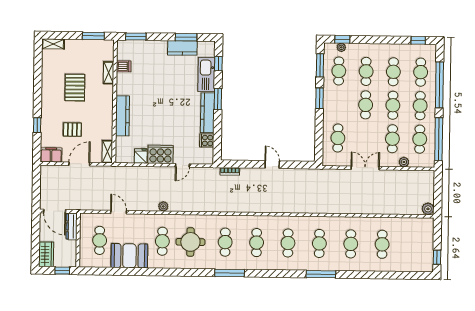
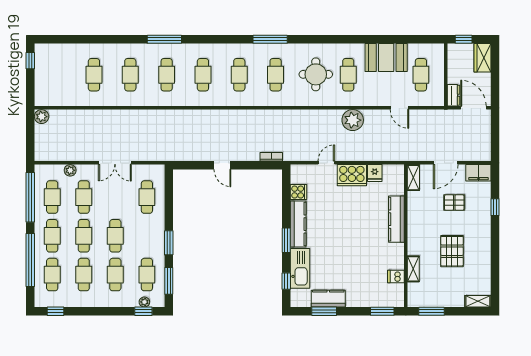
plant: (163, 206) -> (353, 120), width x1.87, depth x1.87
dresser: (72, 226) -> (454, 95), width x0.70

